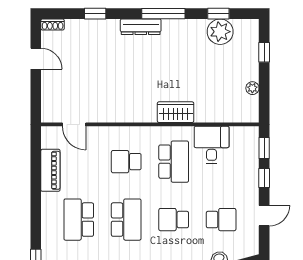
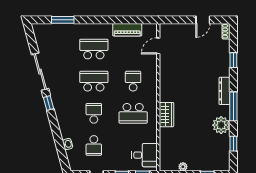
plant: (220, 32) -> (221, 125), moved
desk: (212, 145) -> (145, 155), moved
school desk: (126, 220) -> (94, 81), turned 180

